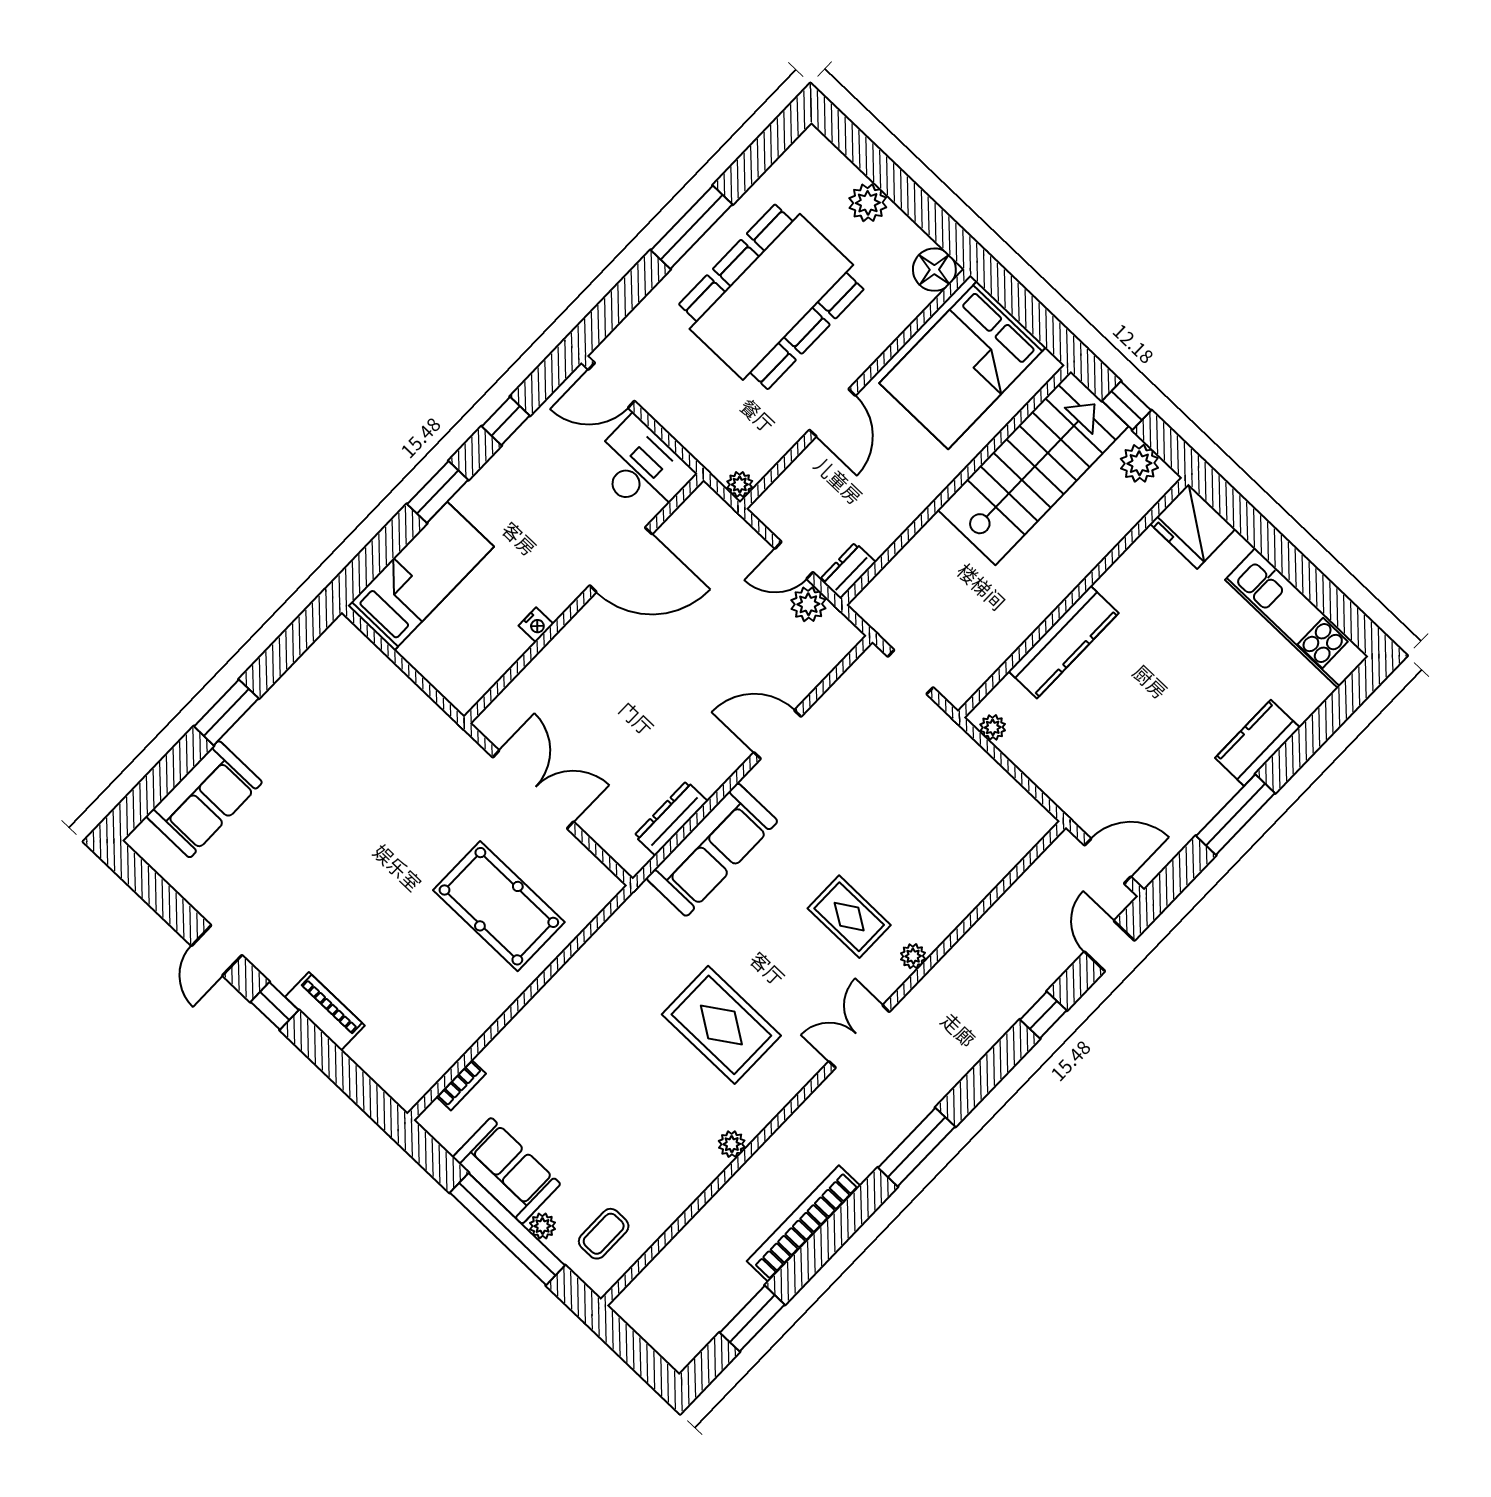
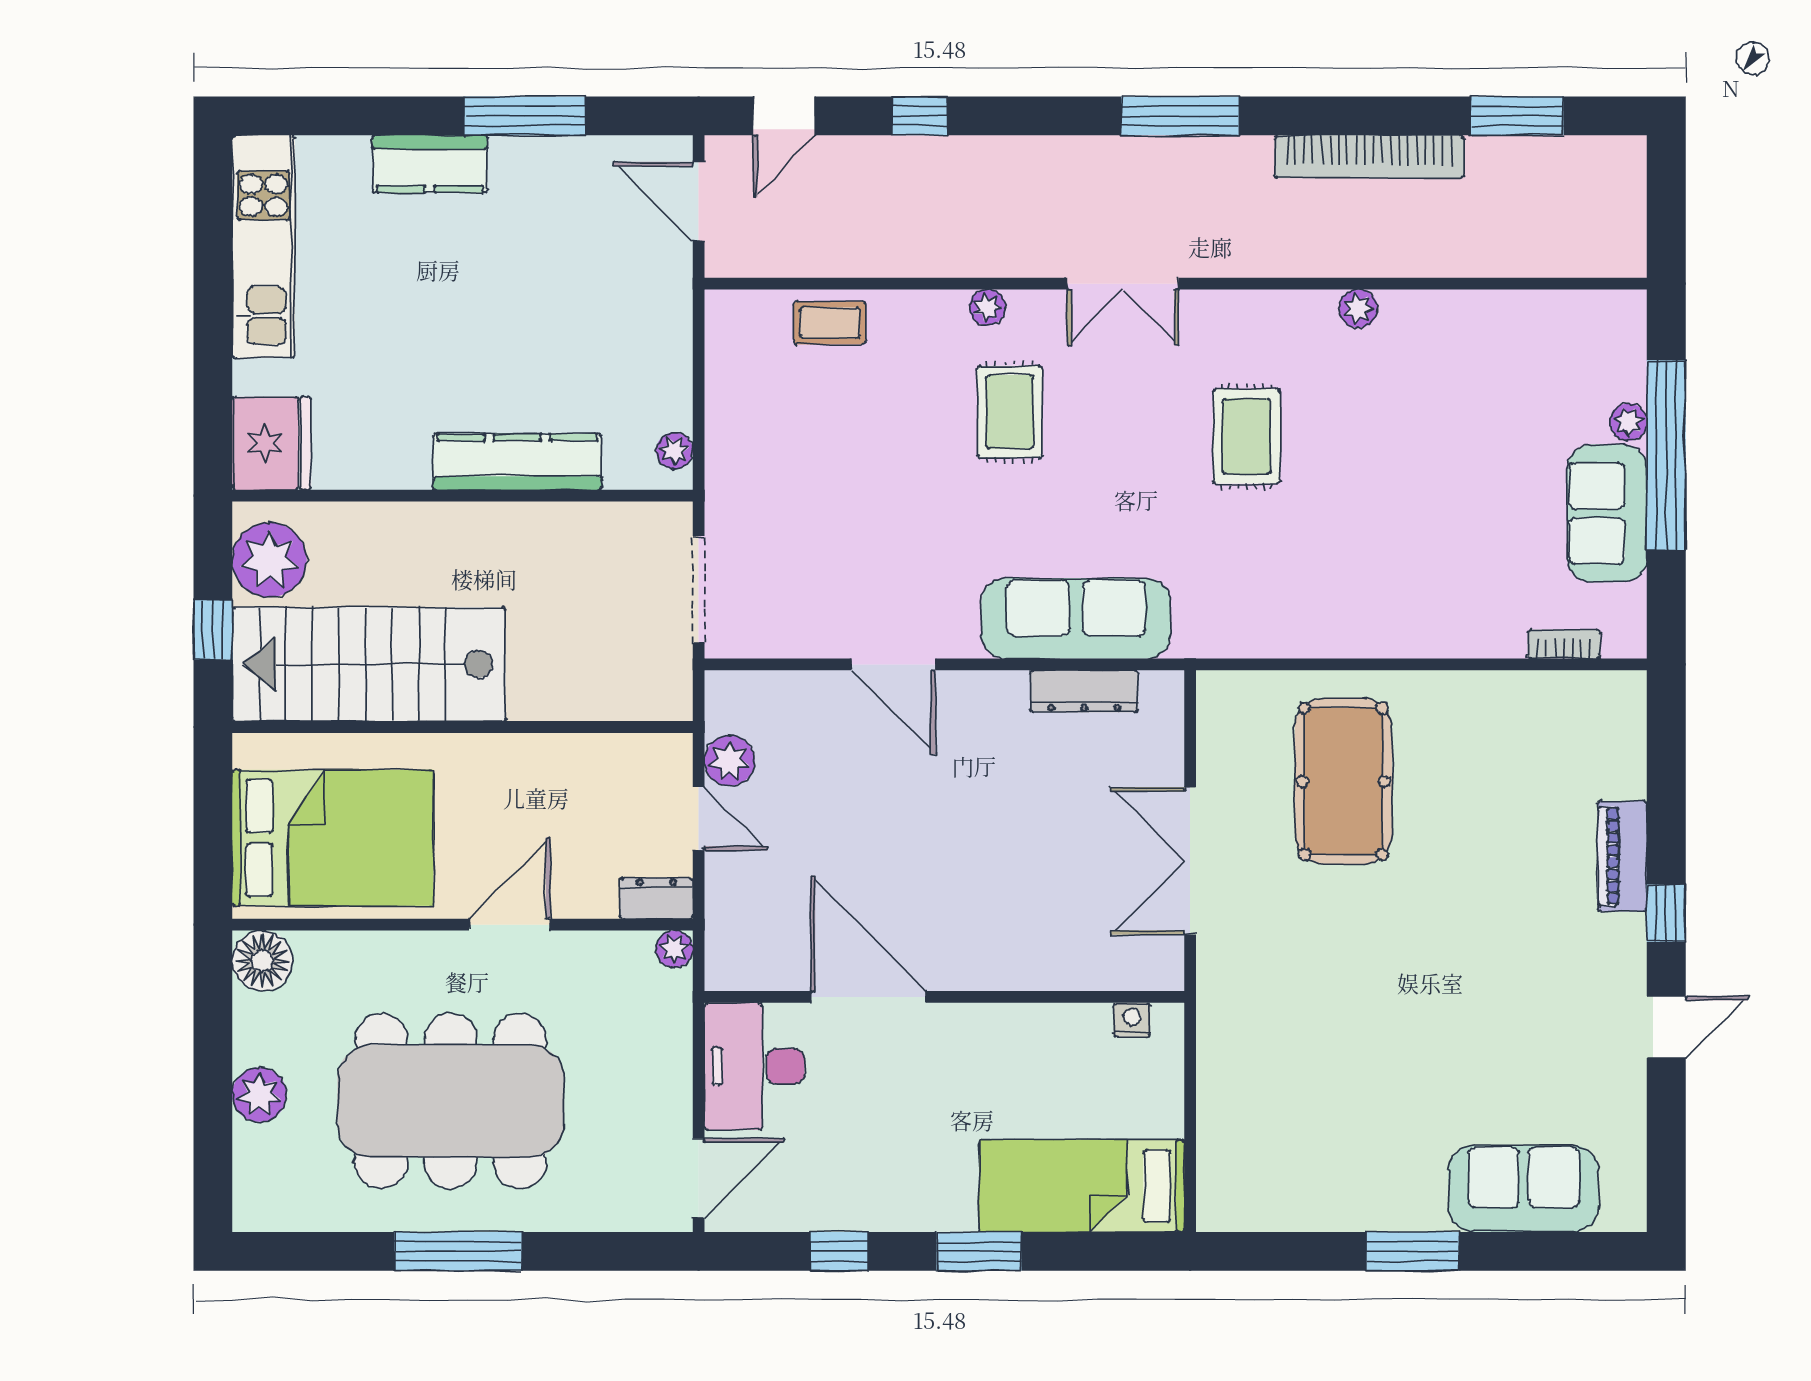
door: (611, 385) -> (699, 1178), hinge flipped
plant: (1139, 463) -> (269, 560), width x1.36, depth x1.36
dresser: (848, 571) -> (656, 898), moved, turned 180
nightstand: (536, 625) -> (1132, 1020), moved
doorway: (910, 672) -> (699, 590), width x1.38
rug: (721, 1025) -> (1246, 436), width x0.73, depth x0.70
coffee table: (604, 1234) -> (830, 323), moved

